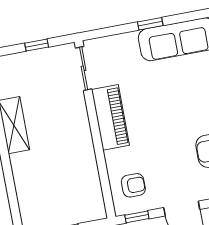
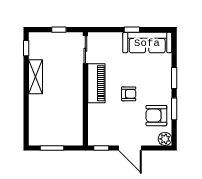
armchair: (133, 185) -> (129, 94), moved

